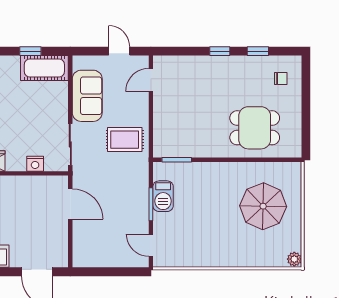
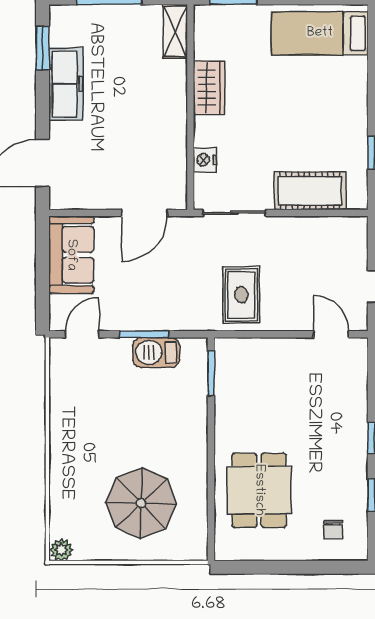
cot: (44, 68) -> (310, 191), moved, turned 90
sofa: (87, 96) -> (71, 255), moved, turned -90

